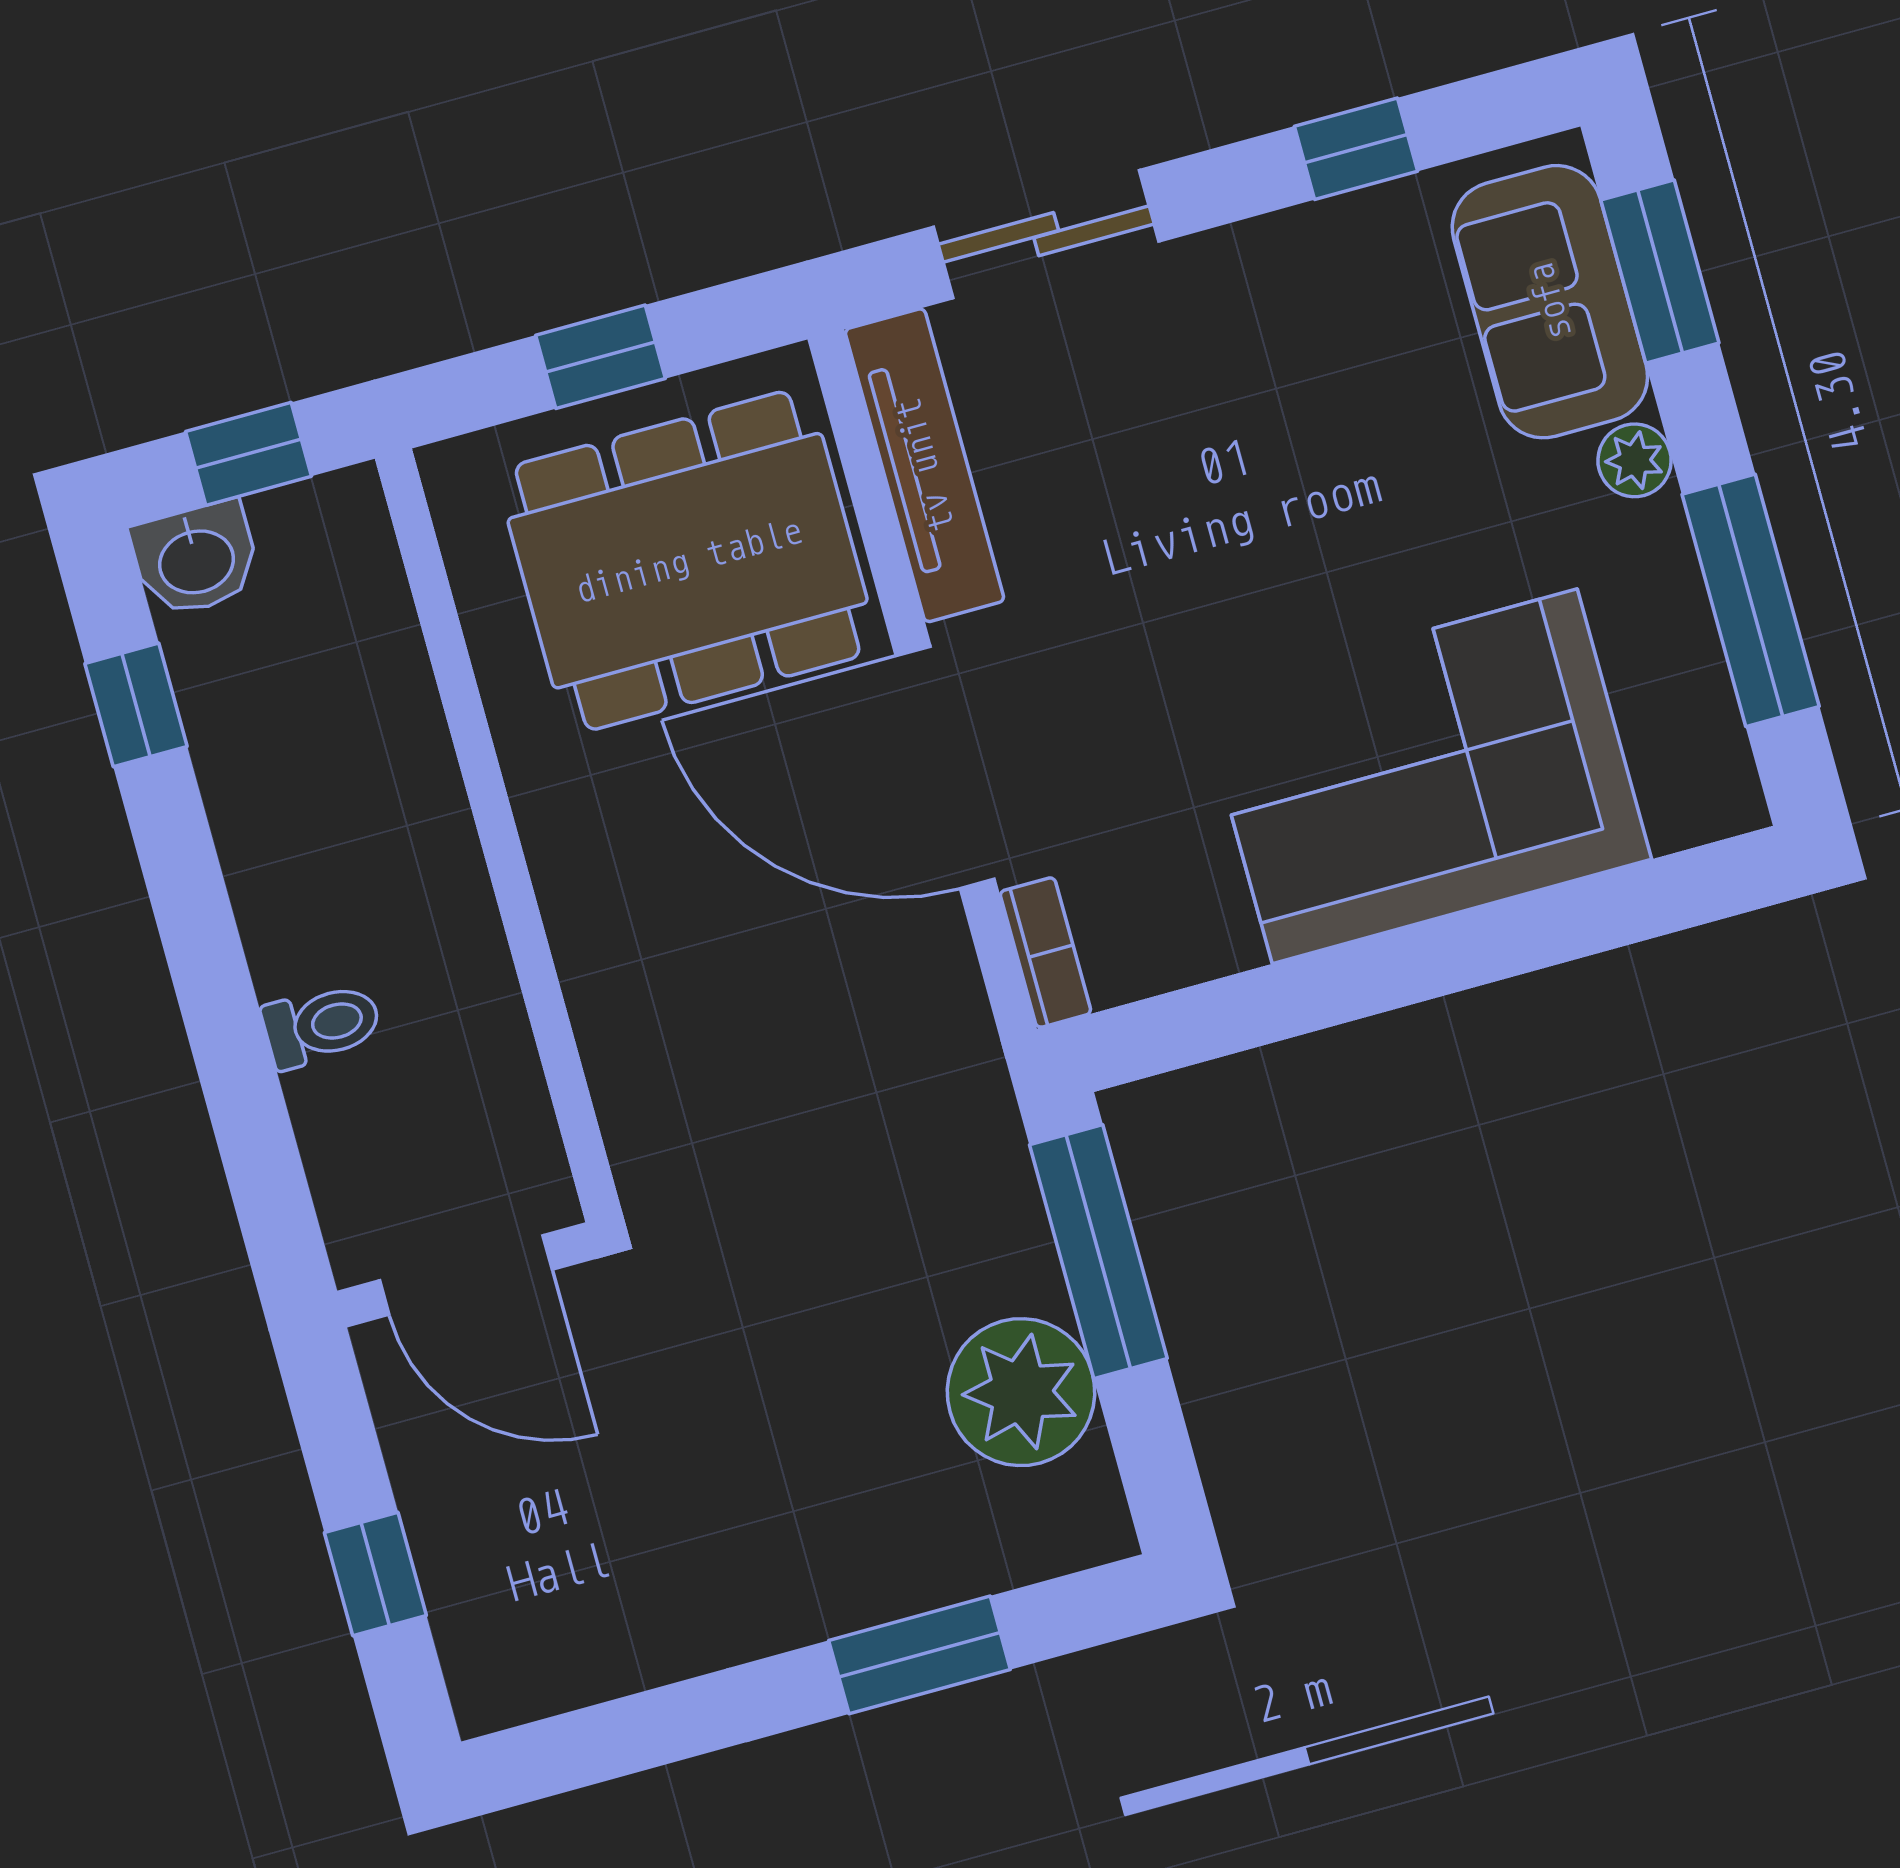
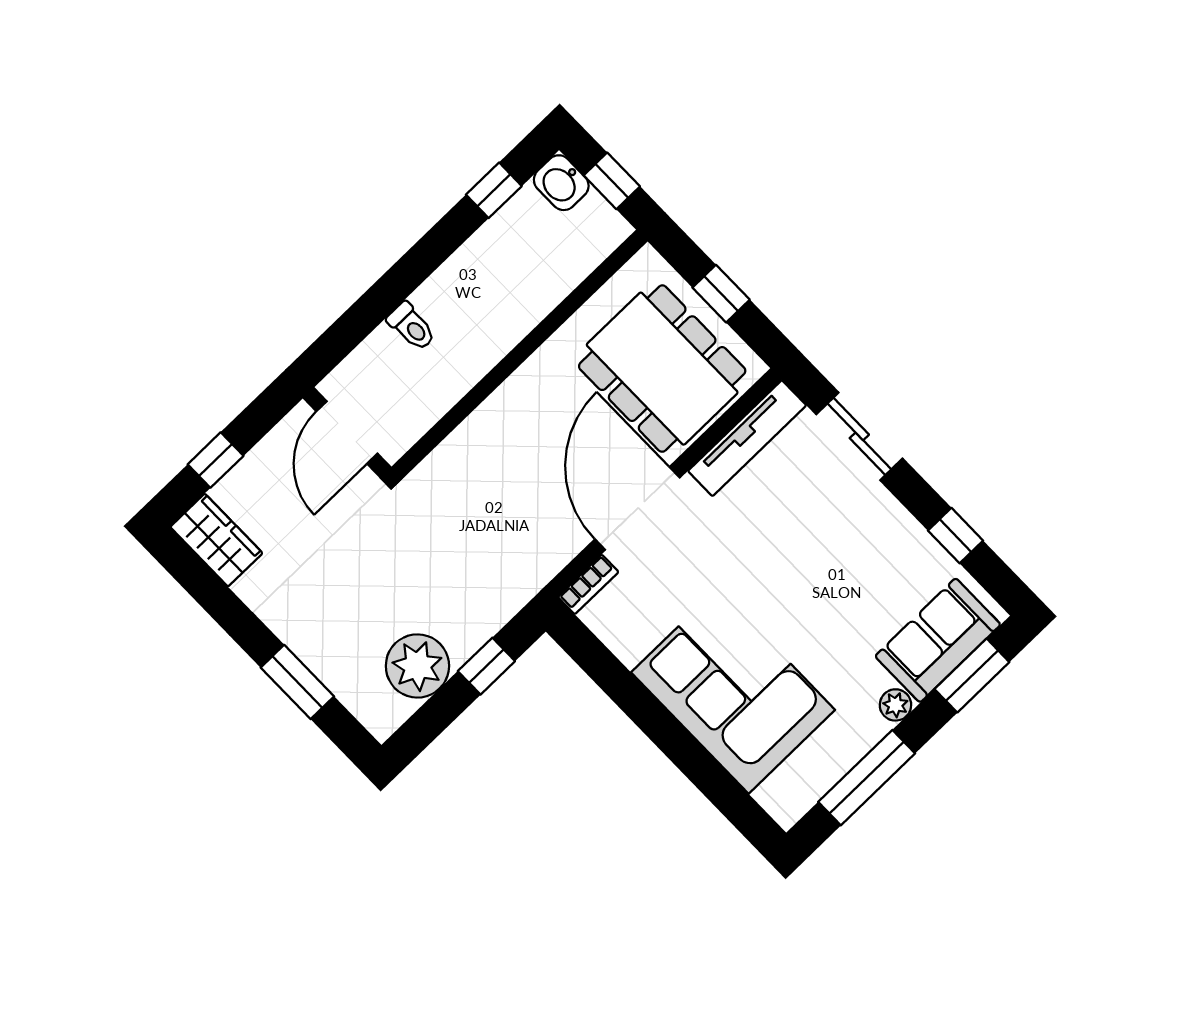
window: (1098, 1252) -> (486, 666), width x0.46
wardrobe: (540, 1662) -> (216, 540), added

